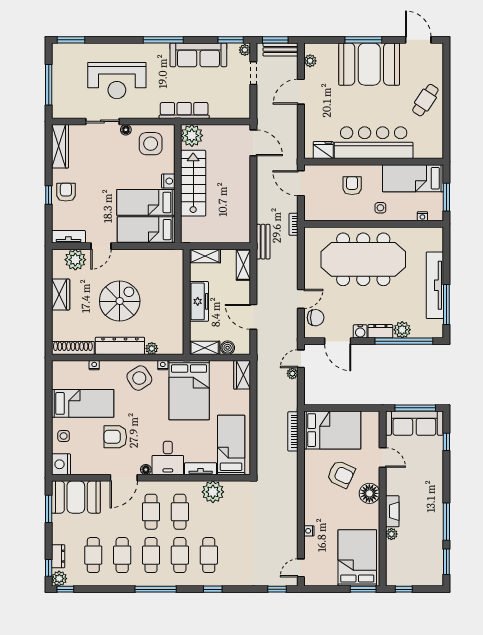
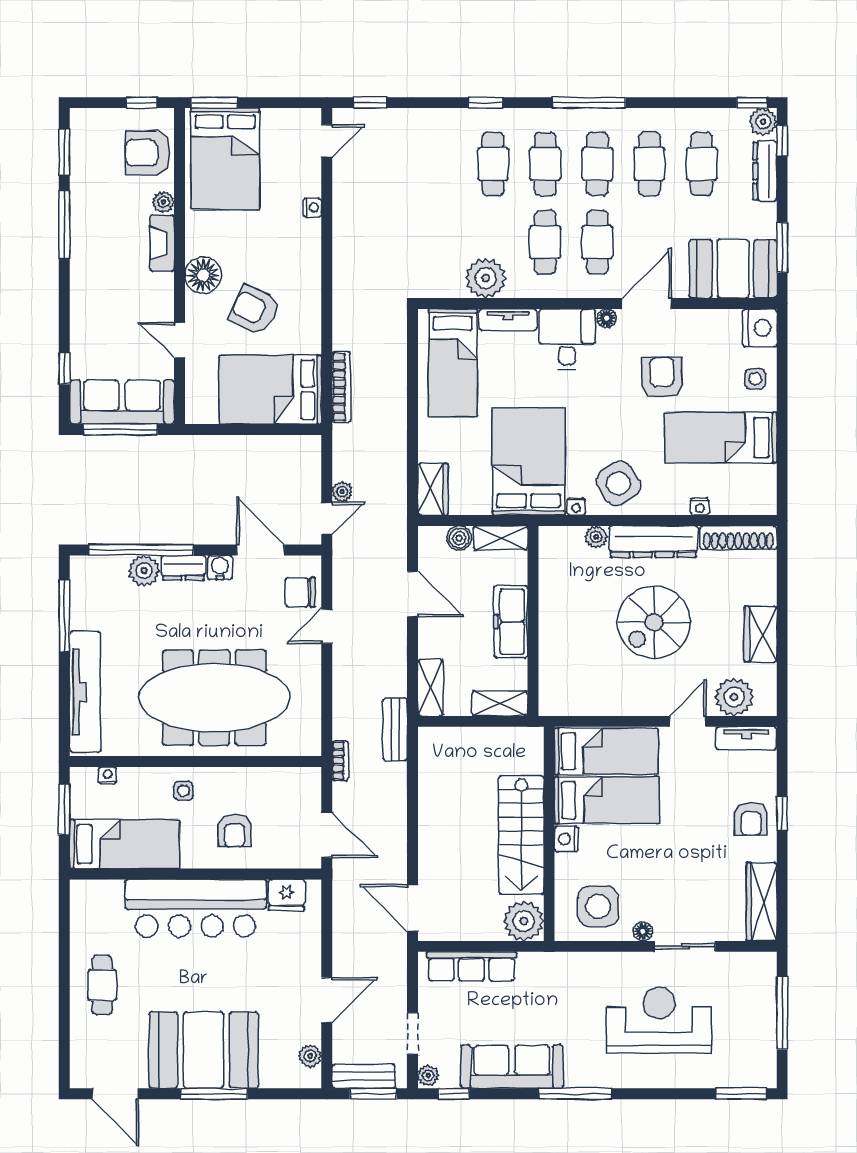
window: (231, 40) -> (454, 1094), width x0.67
cafe table: (425, 100) -> (102, 985), turned -33
row of seats: (184, 110) -> (471, 966), moved
tv unit: (435, 285) -> (85, 692), moved
armchair: (115, 437) -> (662, 377), turned -90
dresser: (58, 556) -> (765, 171), width x1.44
armchair: (400, 561) -> (148, 153), added

